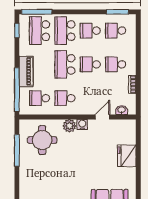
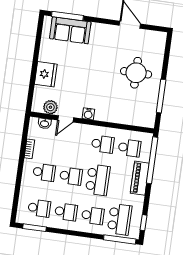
school desk: (65, 31) -> (93, 216), width x0.54
plant: (70, 126) -> (50, 107), moved
round table: (42, 140) -> (136, 73), moved

